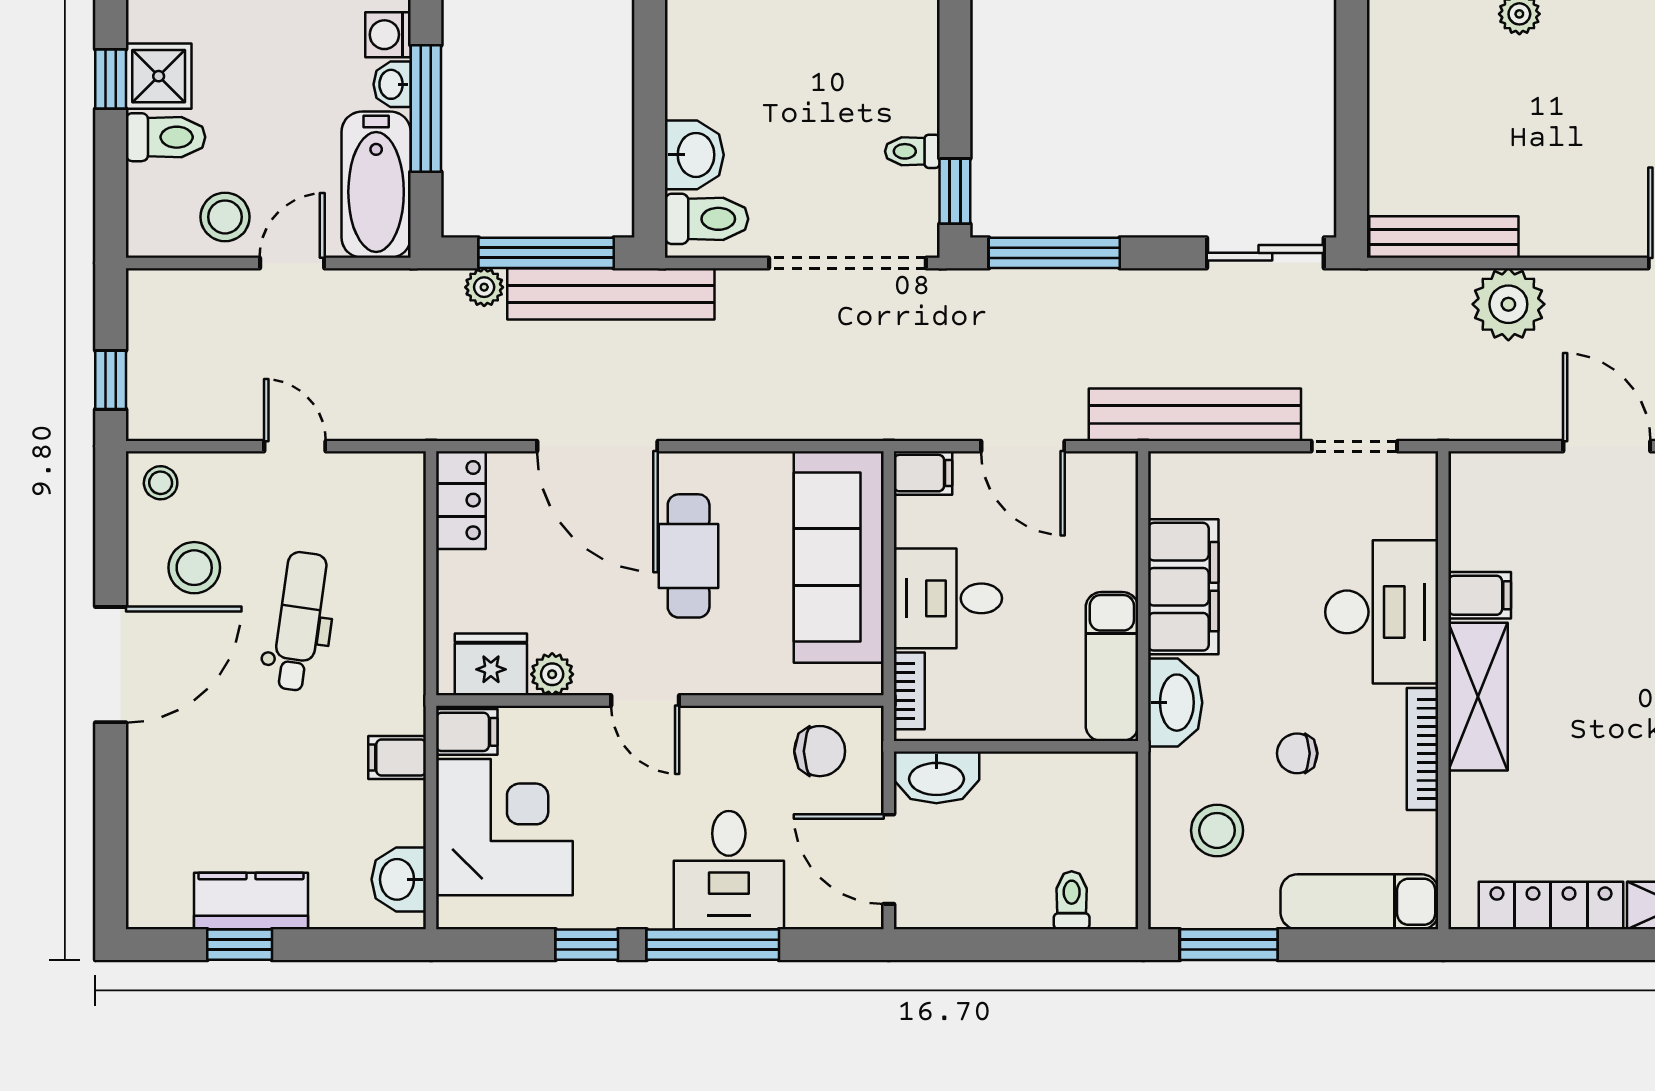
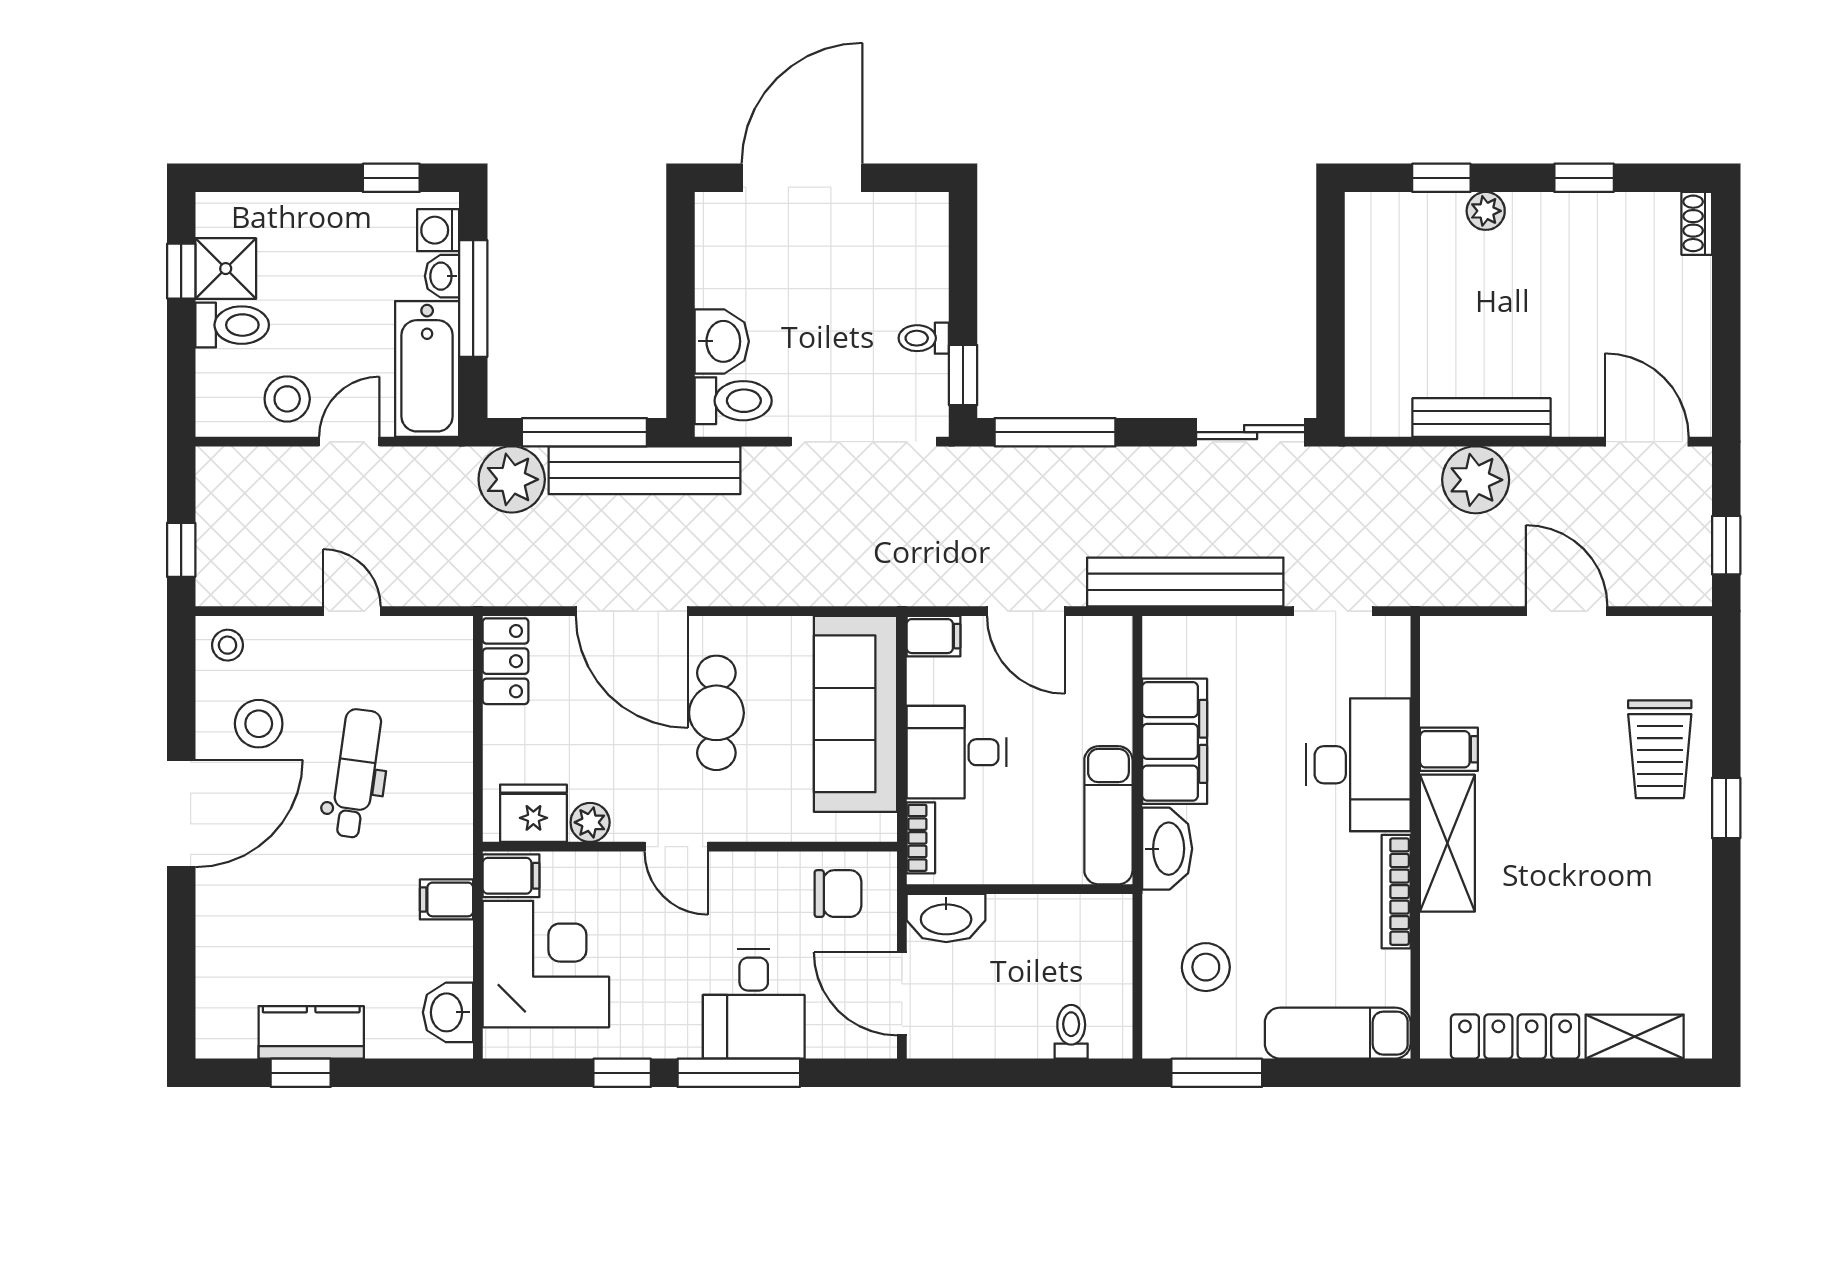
bench: (1444, 237) -> (1481, 418), moved
plant: (484, 287) -> (512, 479), width x1.88, depth x1.88
chair: (1297, 753) -> (1280, 896), removed

